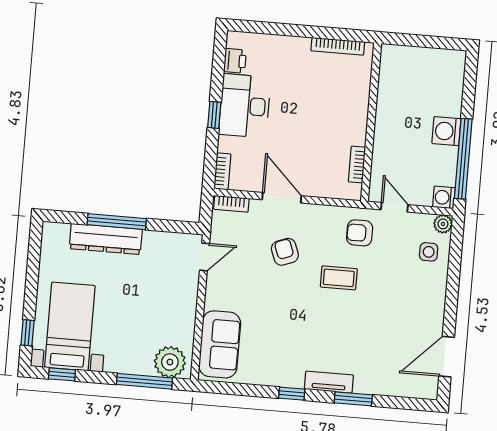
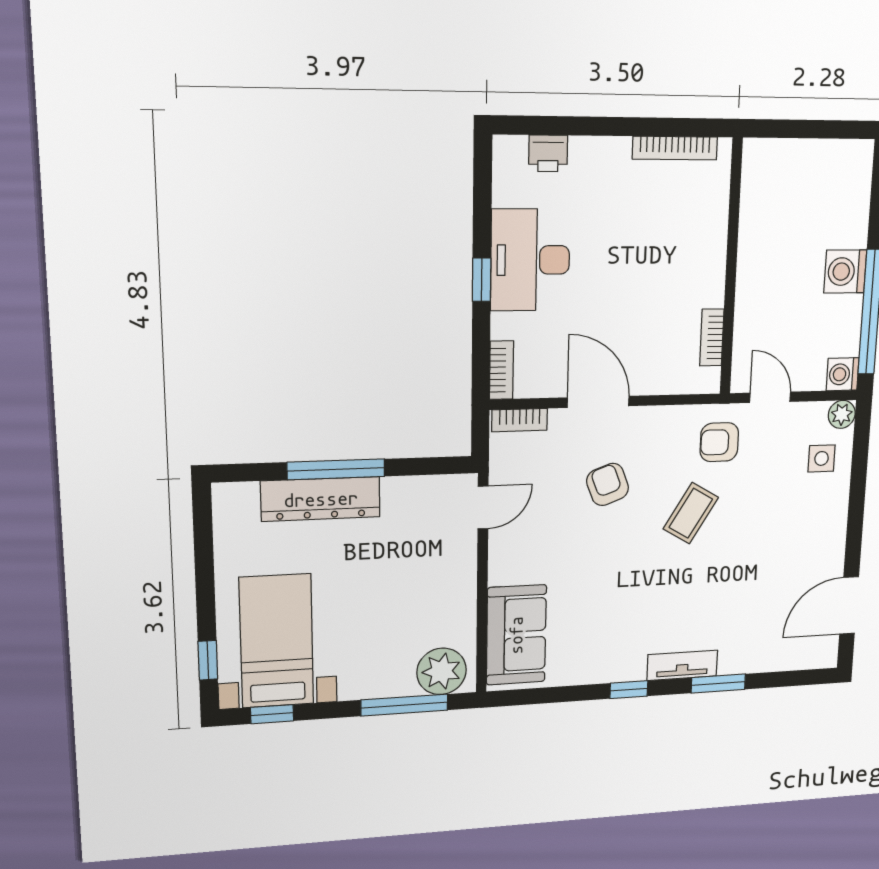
printer: (235, 61) -> (548, 153), moved, turned 90
coffee table: (339, 278) -> (691, 513), turned -59

